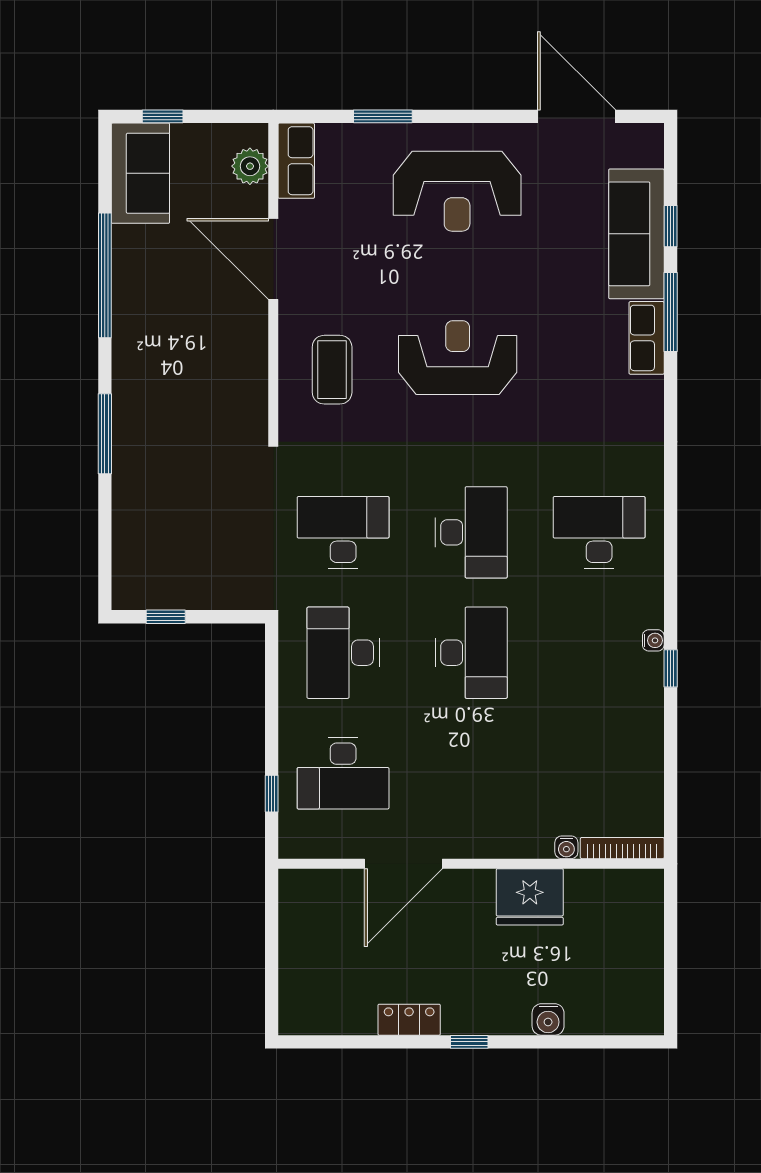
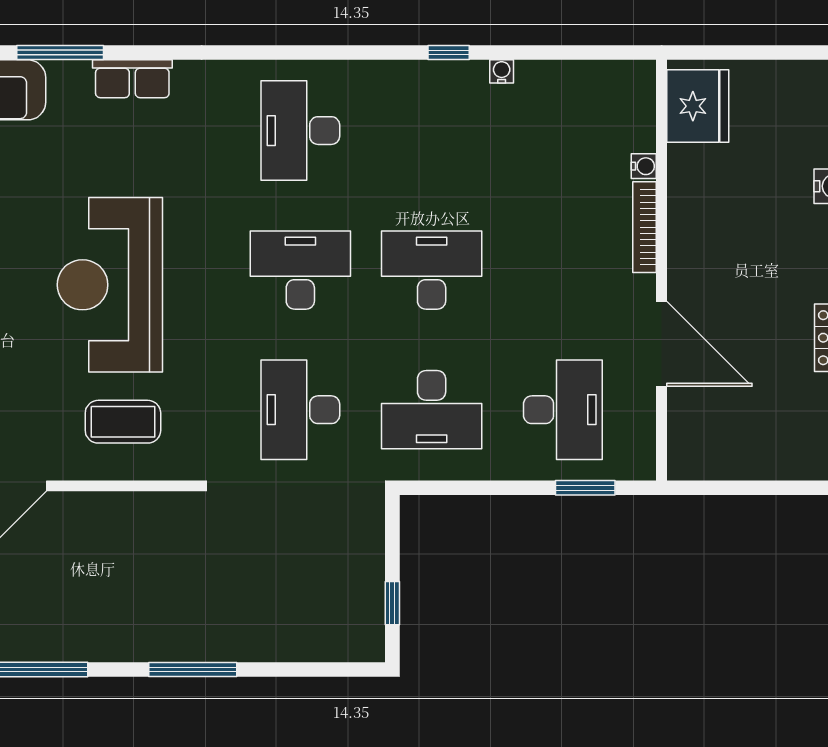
row of seats: (647, 338) -> (132, 79), moved
reception desk: (458, 358) -> (110, 285), width x1.36, depth x1.30
water cooler: (653, 640) -> (502, 71), moved
window: (272, 794) -> (585, 488), width x1.50
bookcase: (622, 848) -> (645, 227), moved
fridge: (530, 897) -> (698, 106), moved

